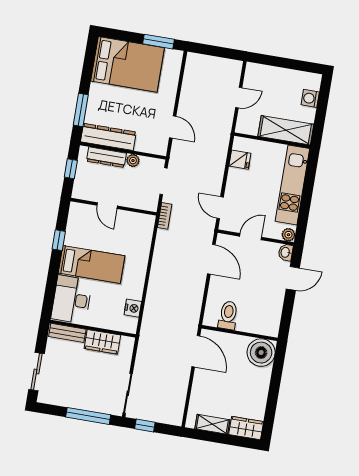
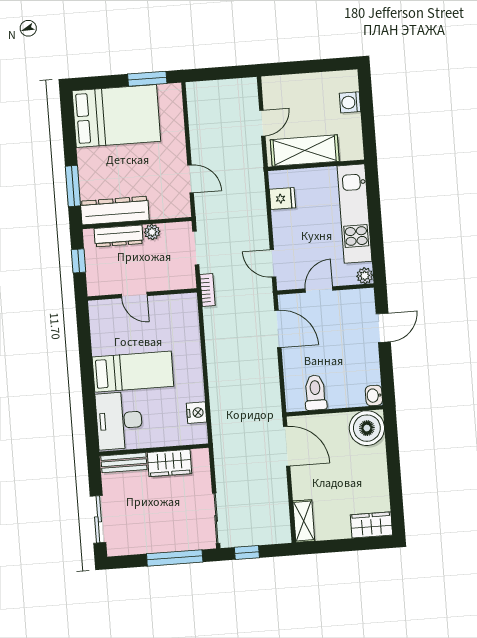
shelving: (286, 130) -> (305, 151), moved
window: (59, 240) -> (85, 352), removed
washbasin: (286, 252) -> (374, 395), moved
shelving: (212, 424) -> (304, 521), moved, turned 90

